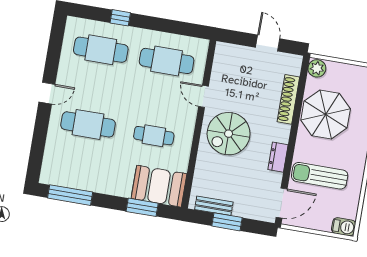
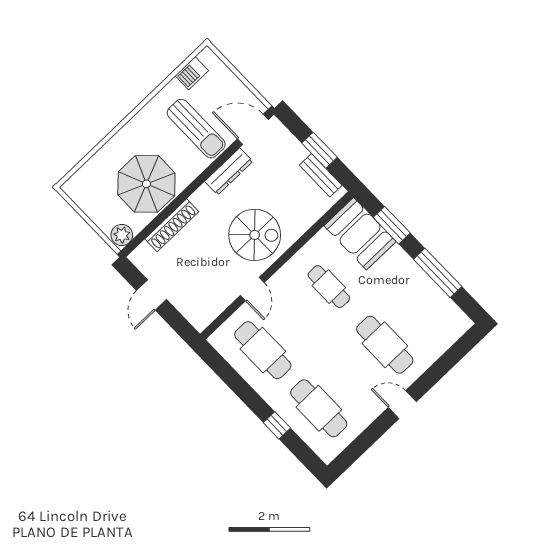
dresser: (278, 157) -> (229, 171), width x1.44
window: (70, 195) -> (438, 273), moved
barbecue: (344, 227) -> (192, 73), moved, turned -90

